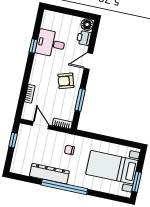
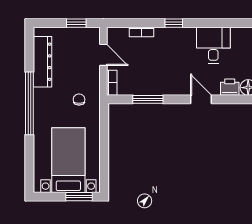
window: (33, 46) -> (174, 23), moved
armchair: (66, 81) -> (169, 76), removed
door: (41, 125) -> (103, 55), hinge flipped
dresser: (49, 174) -> (42, 62), moved
window: (137, 182) -> (79, 197), moved

